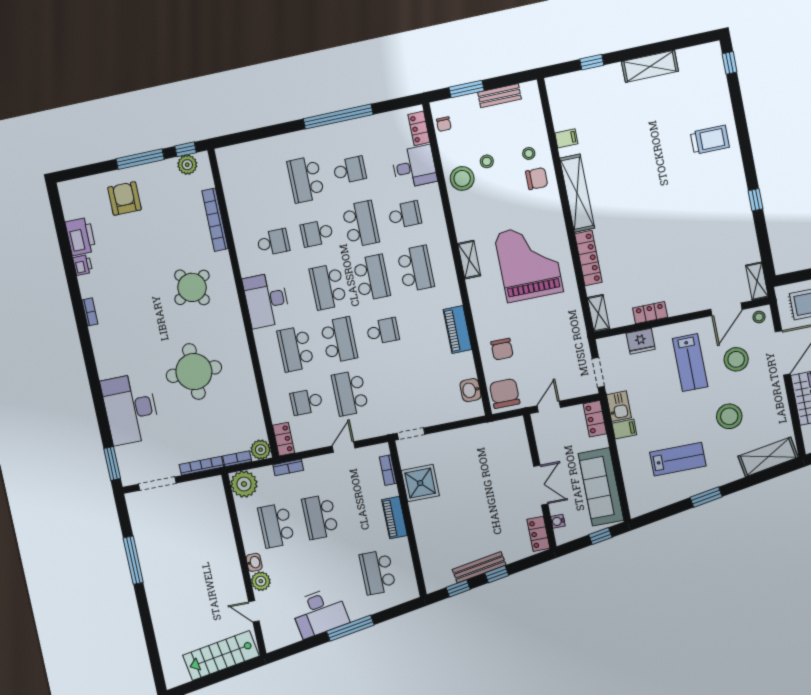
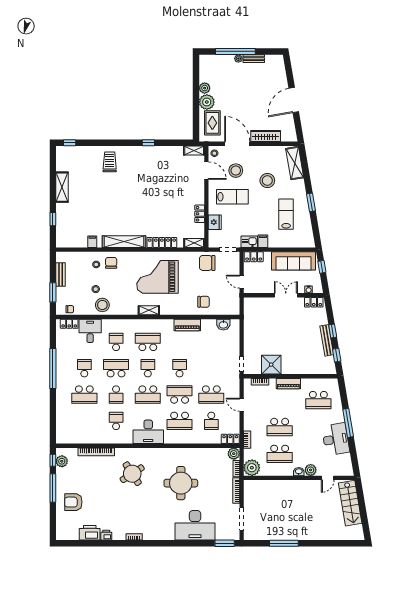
school desk: (372, 278) -> (148, 368), width x0.54
chair: (505, 393) -> (207, 263), moved

